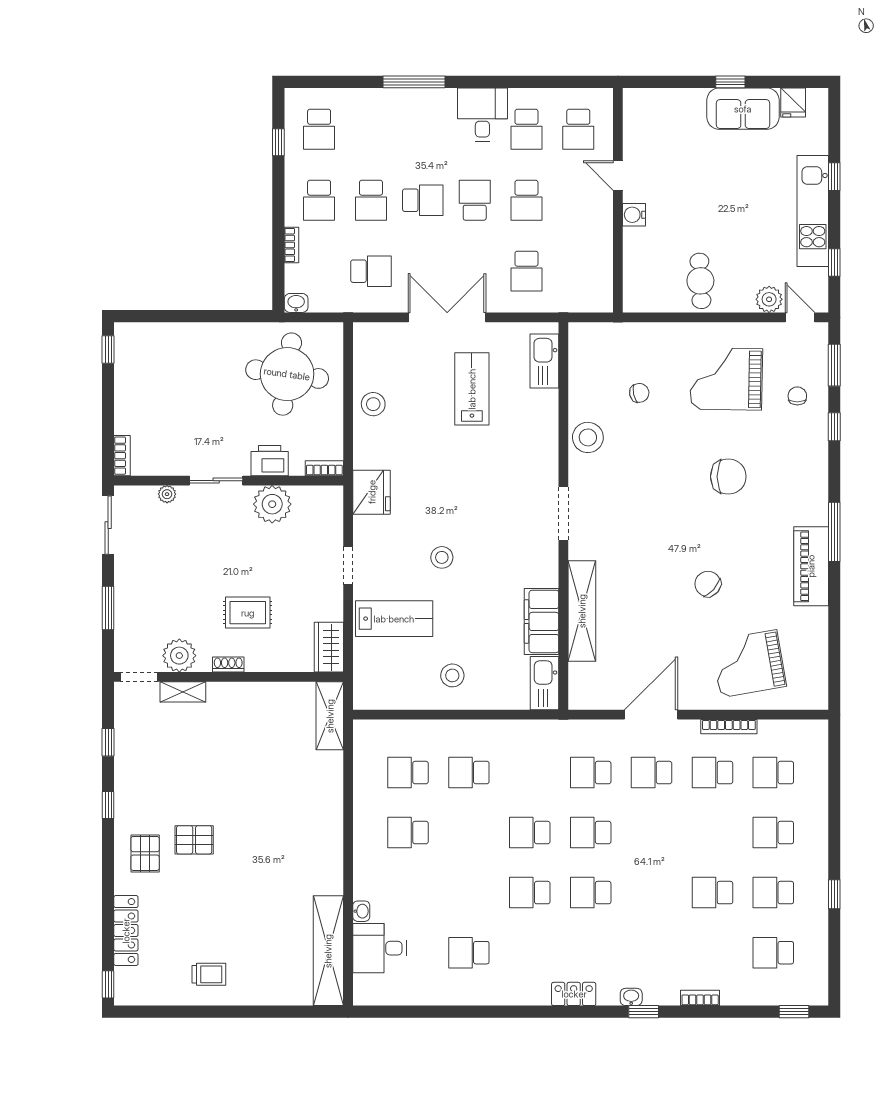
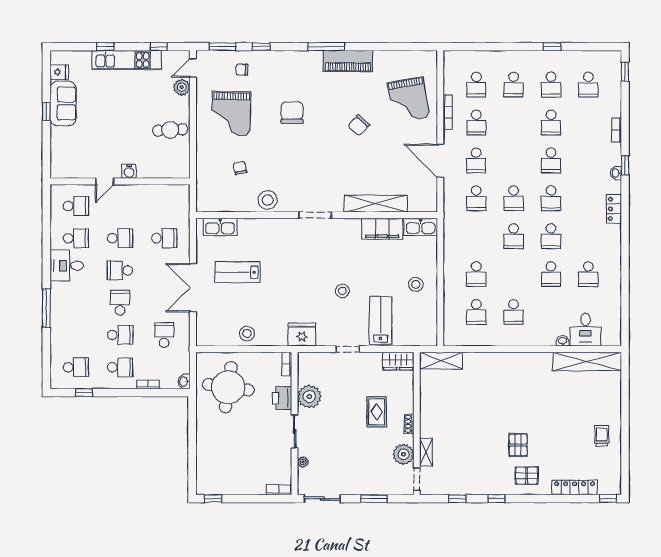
school desk: (469, 893) -> (551, 274), added
school desk: (652, 893) -> (551, 160), added

